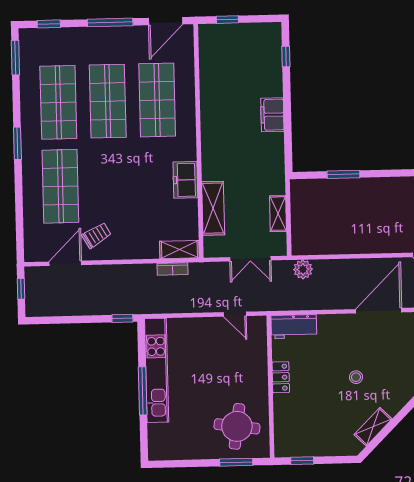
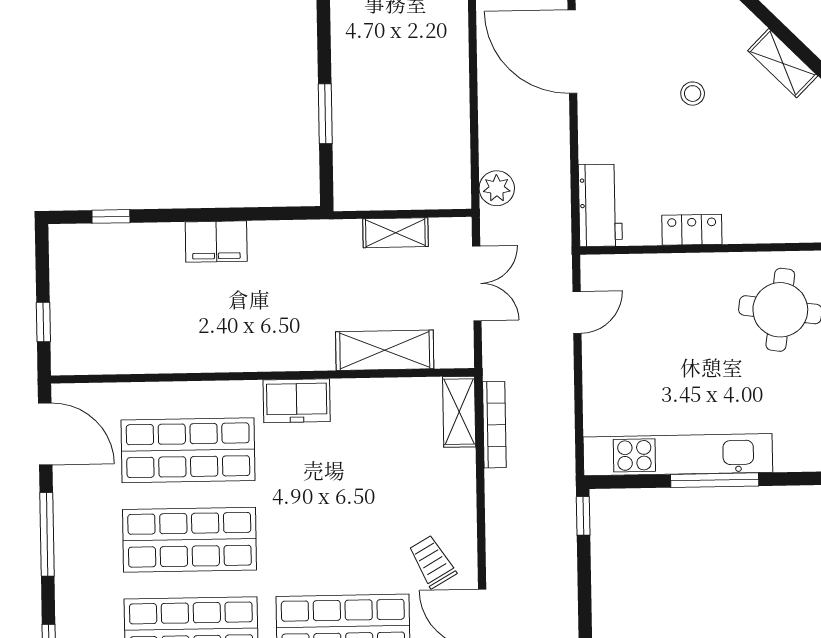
freezer: (185, 180) -> (297, 401), moved
bookcase: (172, 269) -> (494, 425), width x1.56

